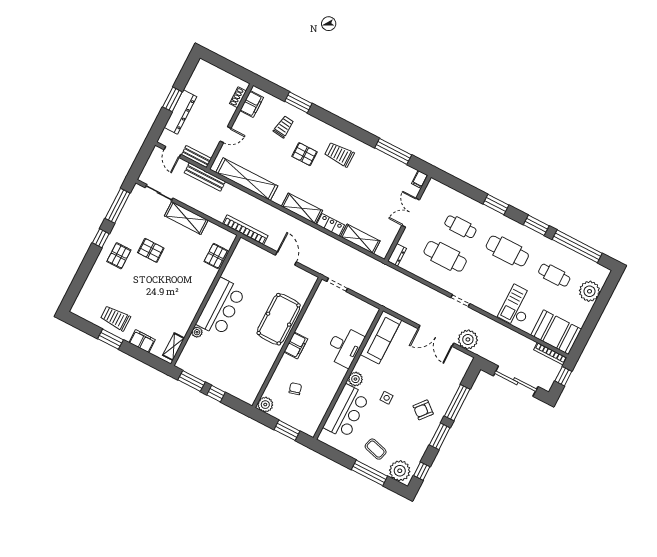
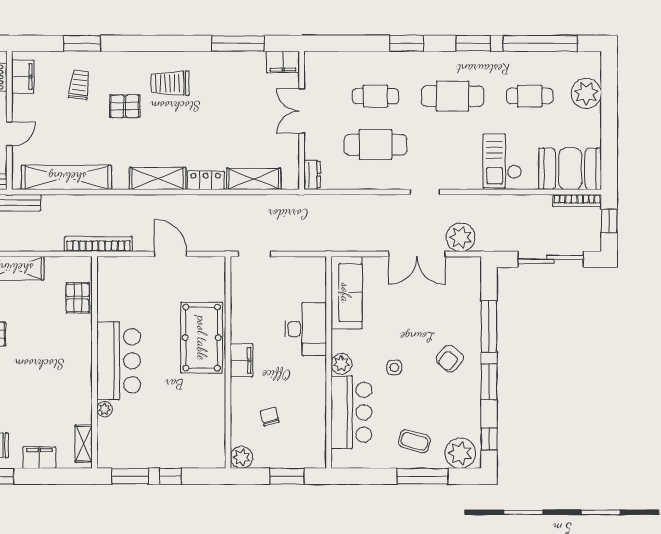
filing cabinet: (420, 179) -> (283, 62), width x2.00

